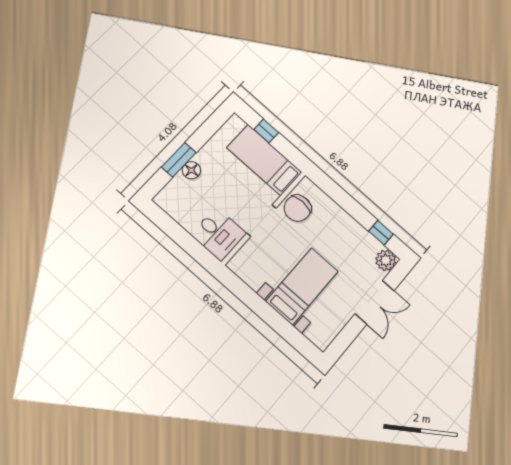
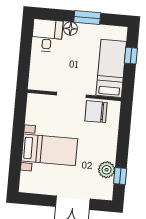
window: (179, 160) -> (87, 17), moved
desk: (219, 234) -> (47, 35), moved, turned 180
plant: (386, 260) -> (107, 170), moved

